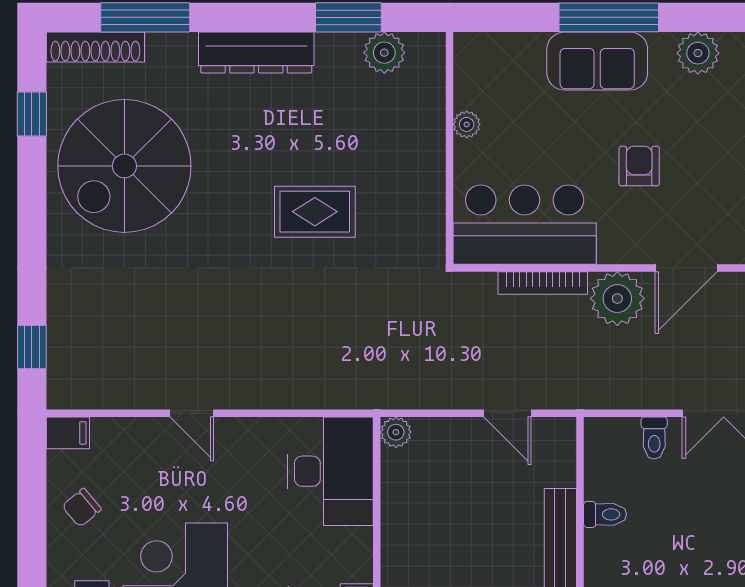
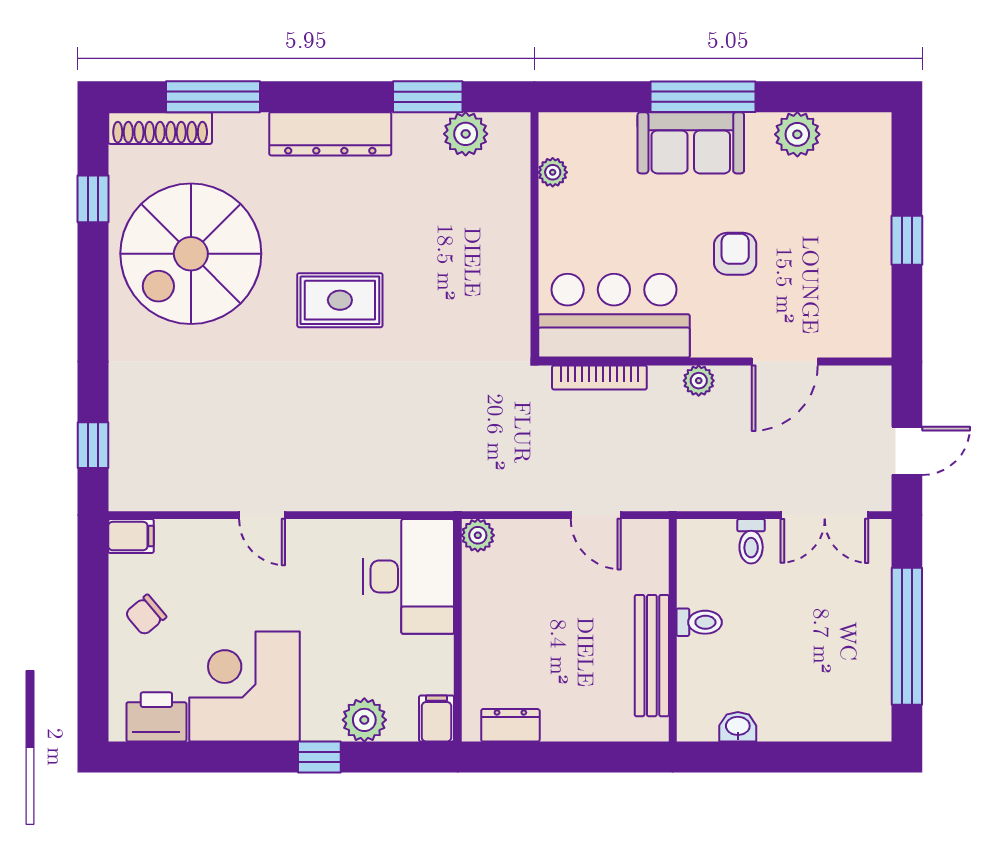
plant: (467, 124) -> (553, 172), moved
rug: (315, 212) -> (340, 300), moved
bookcase: (543, 283) -> (599, 378), moved
plant: (617, 299) -> (699, 381), width x0.53, depth x0.53

